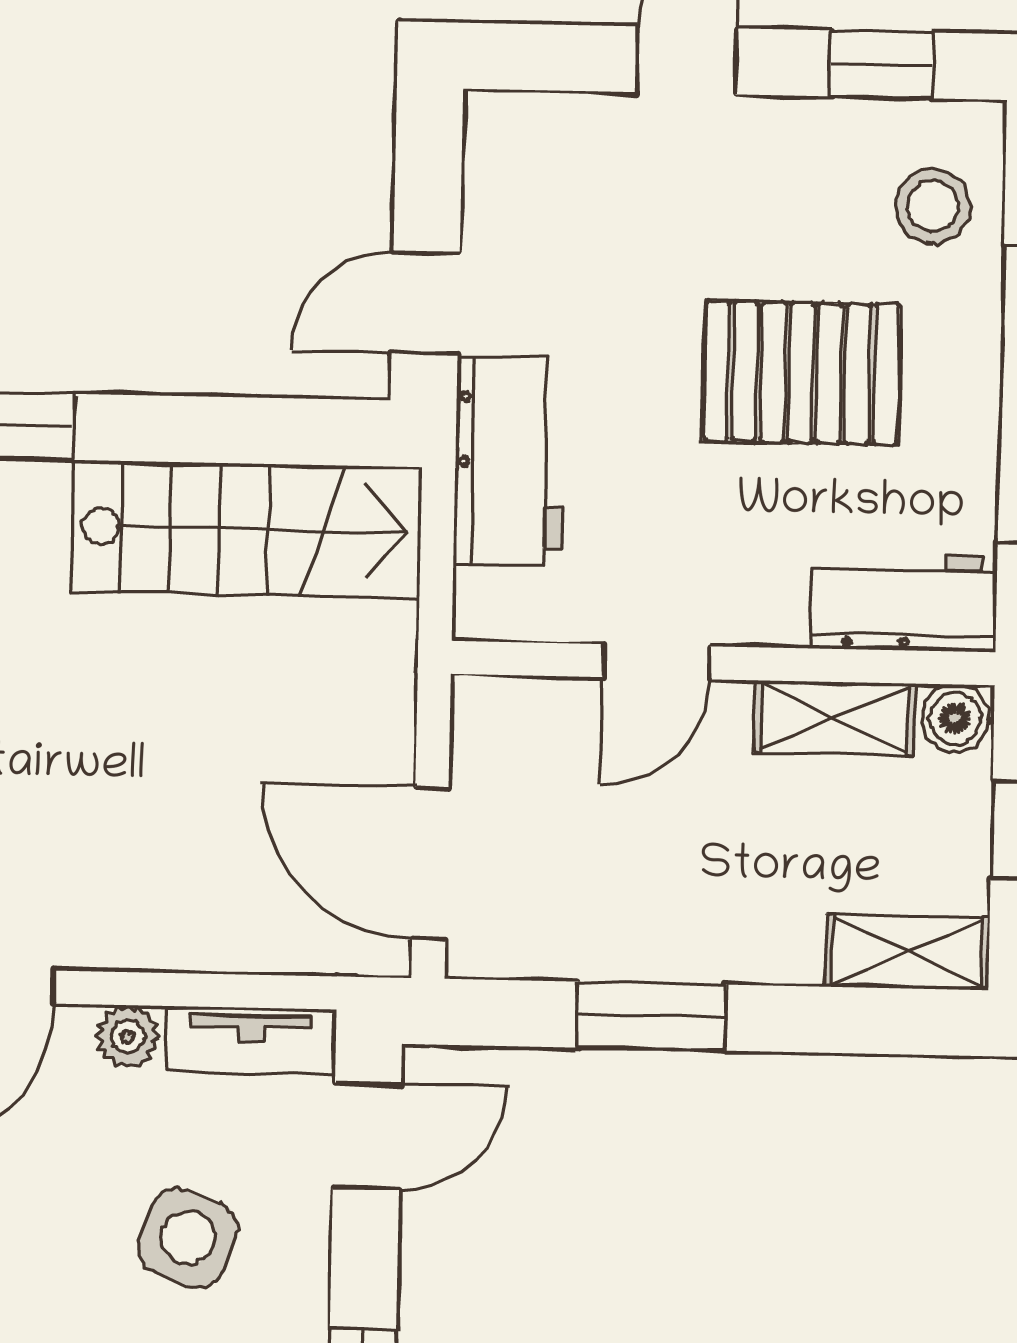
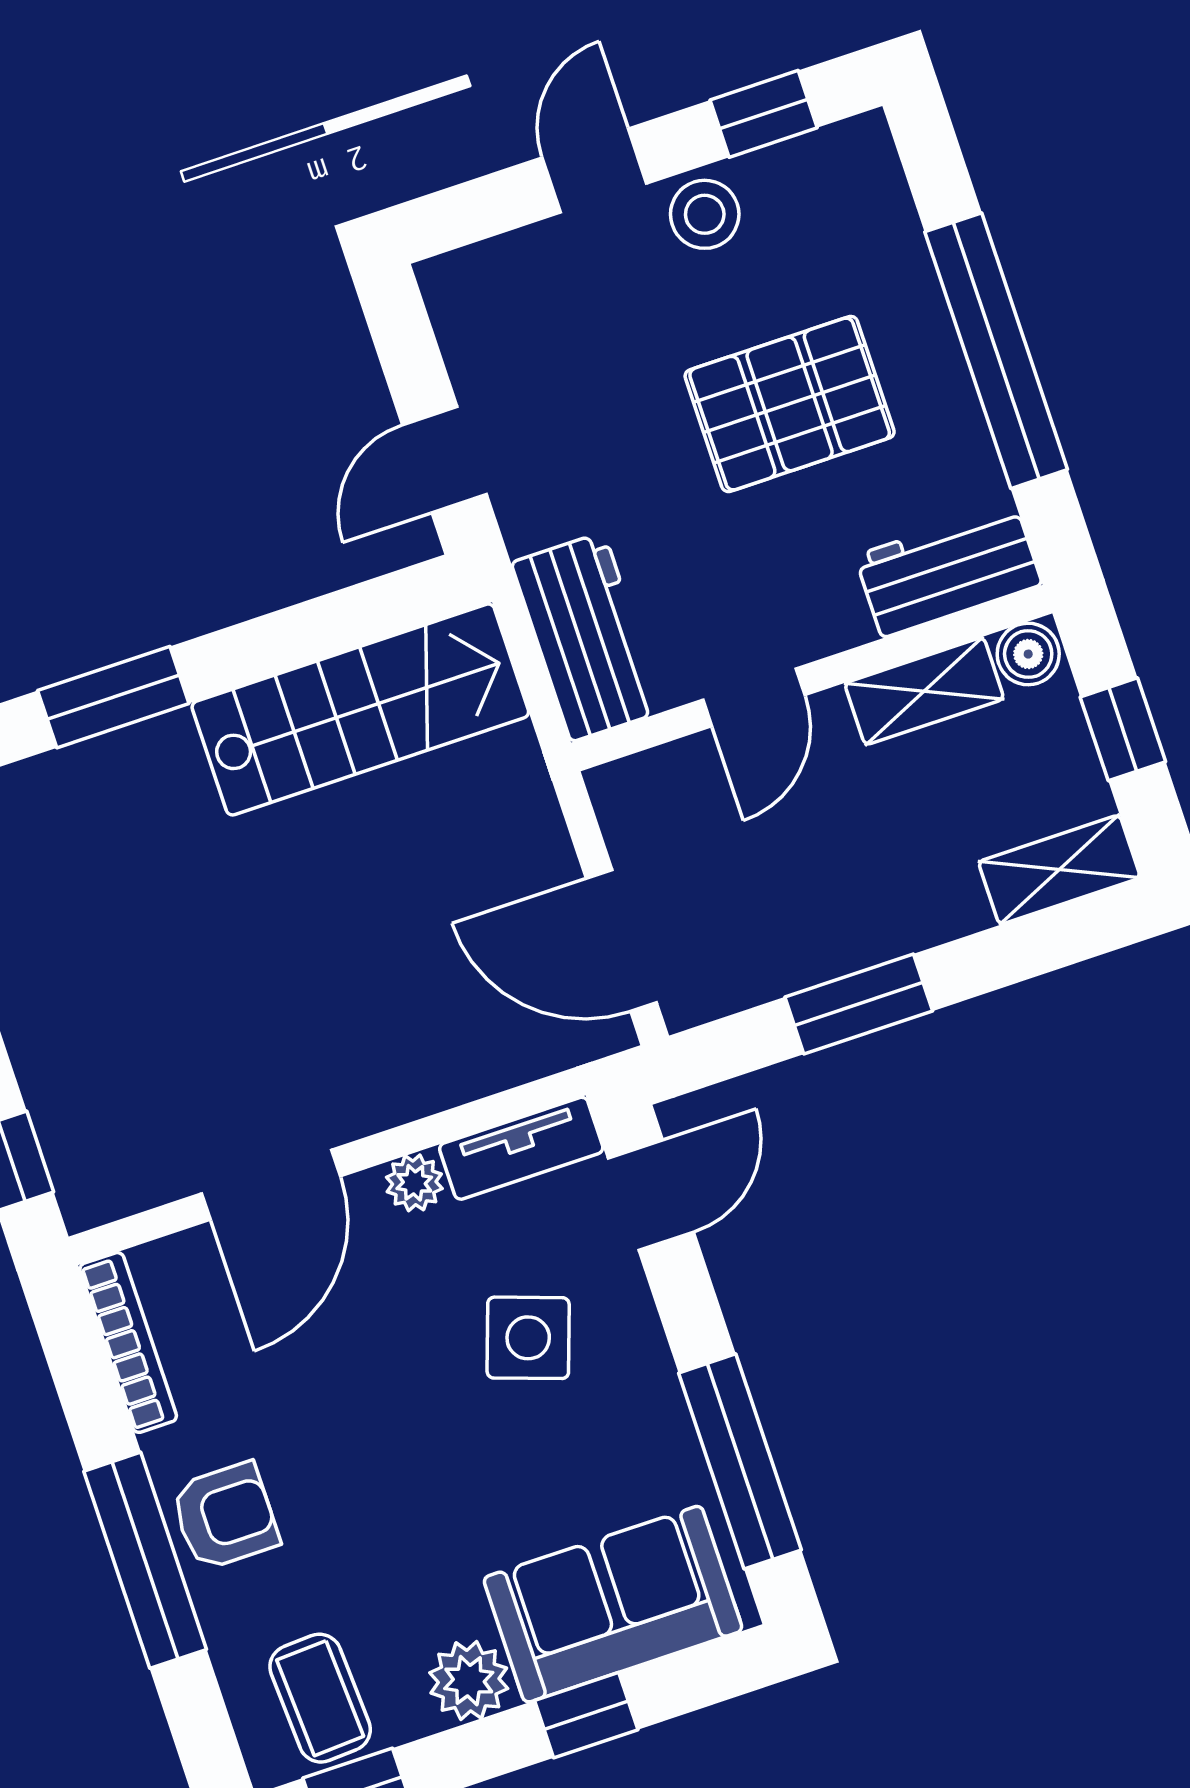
stool: (933, 206) -> (705, 214), moved
workbench: (509, 461) -> (587, 637), moved

